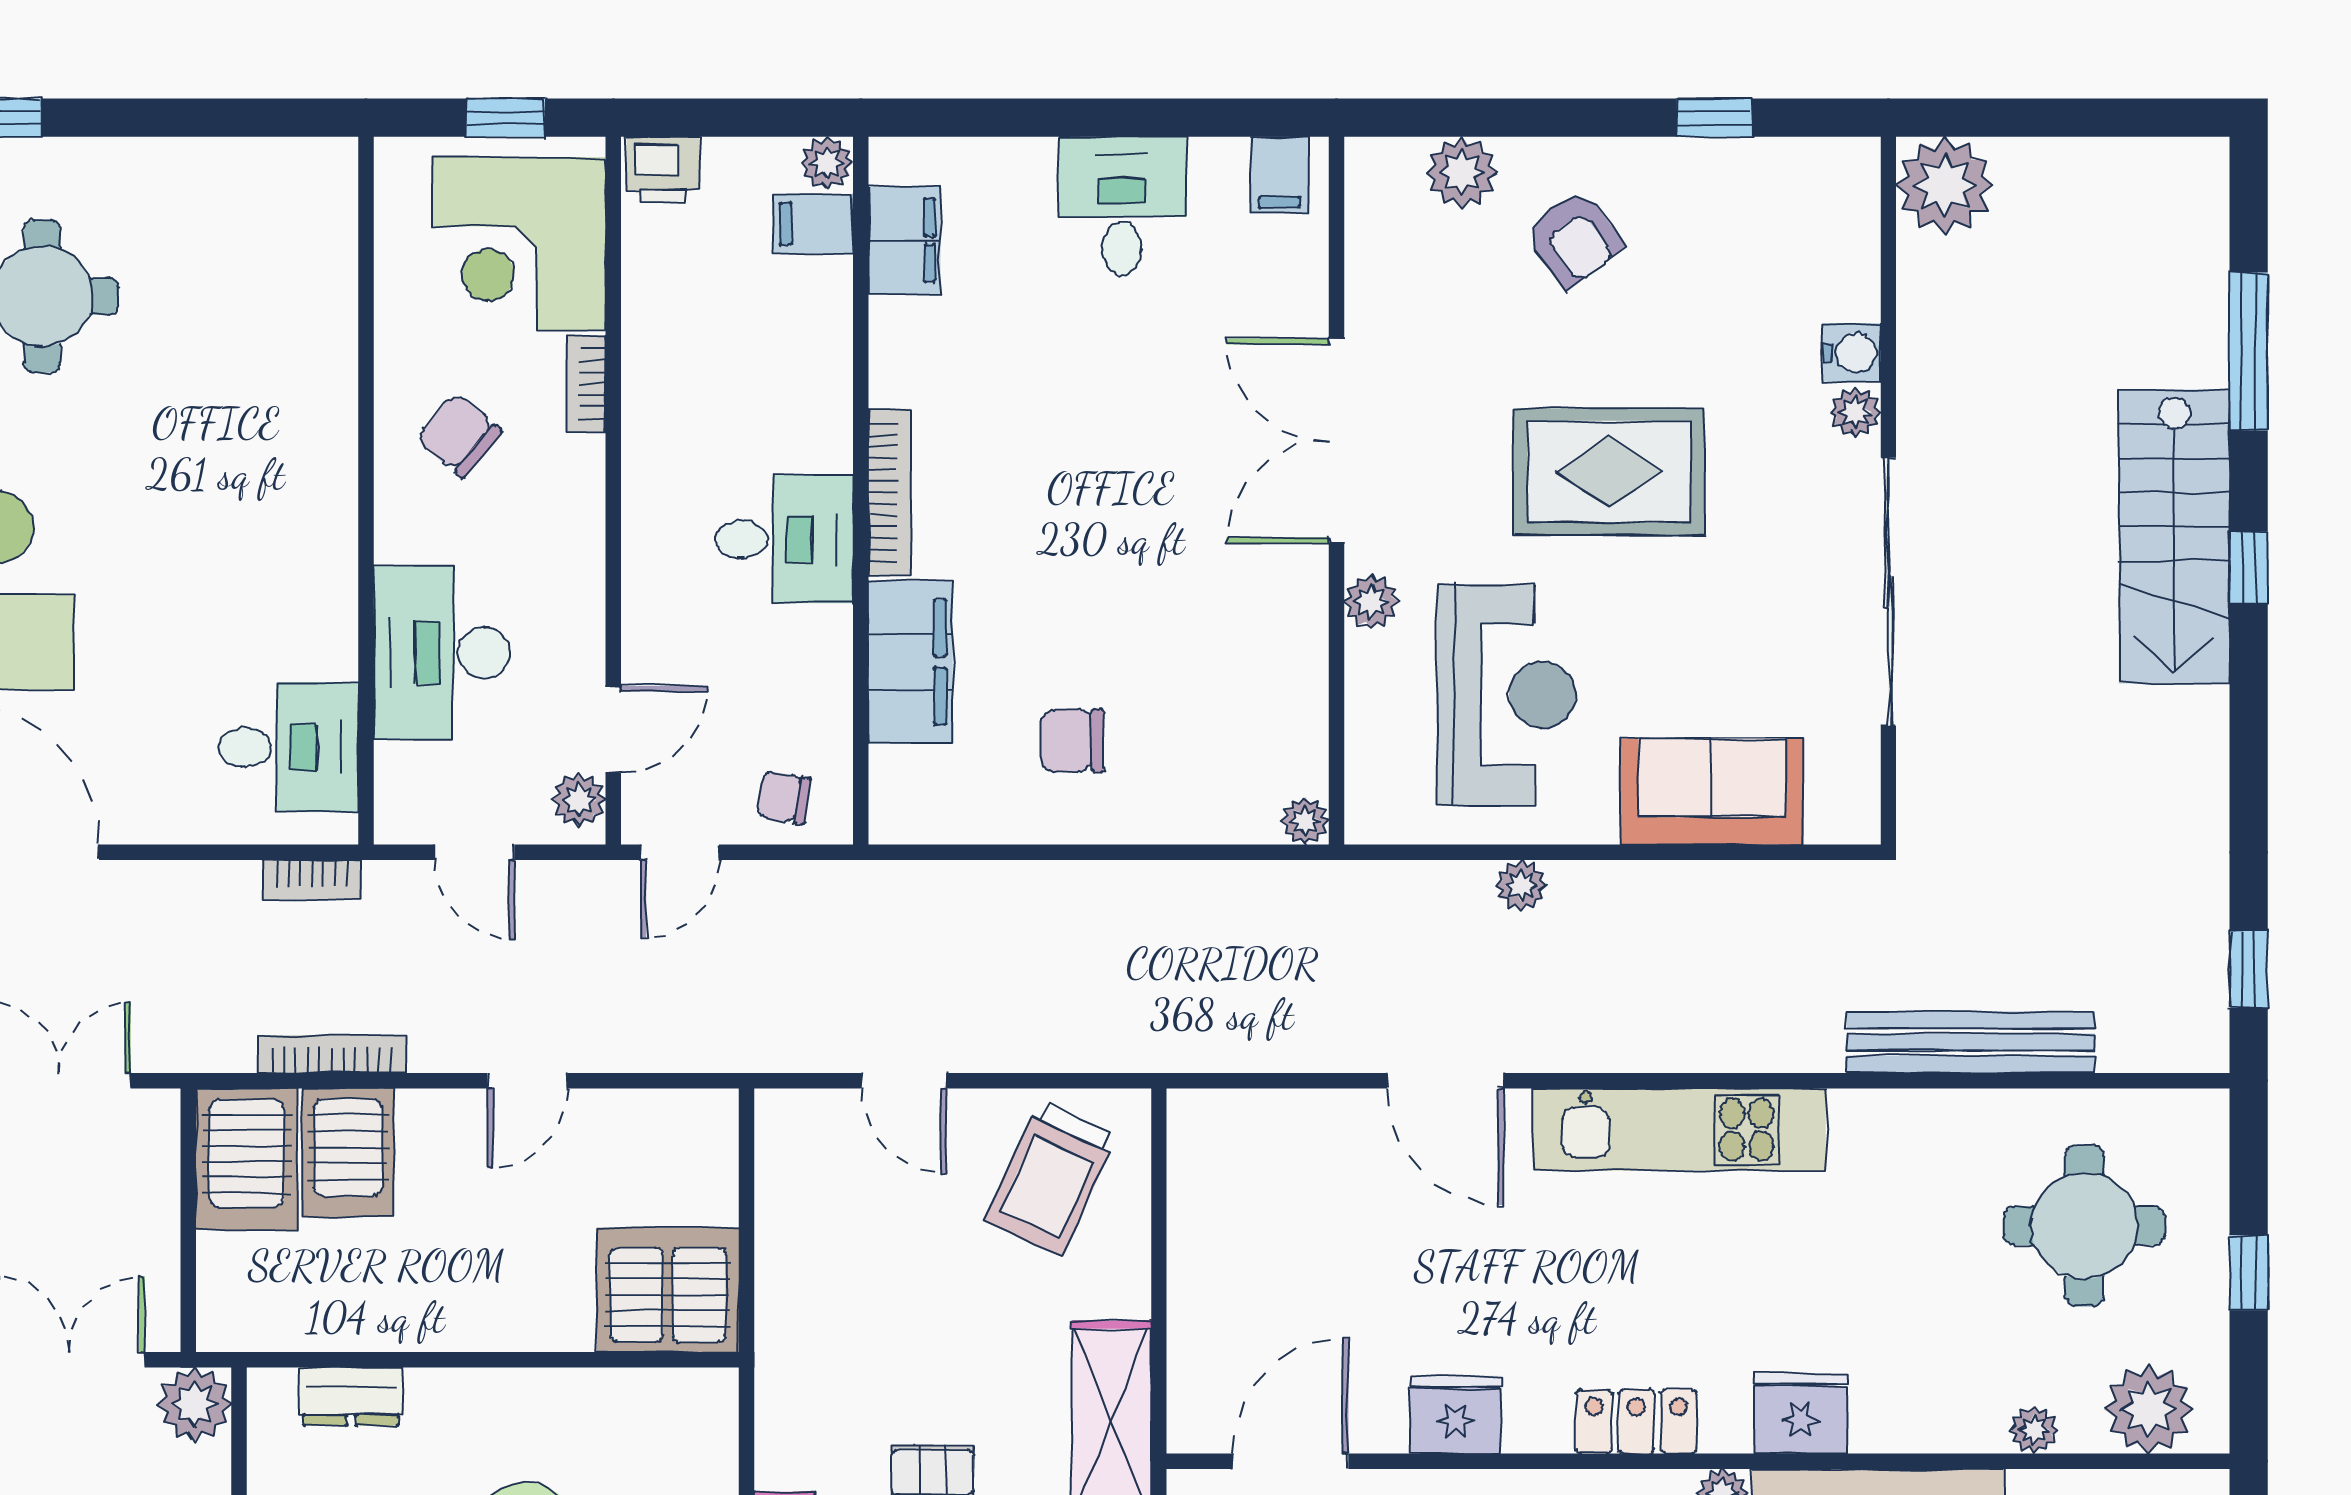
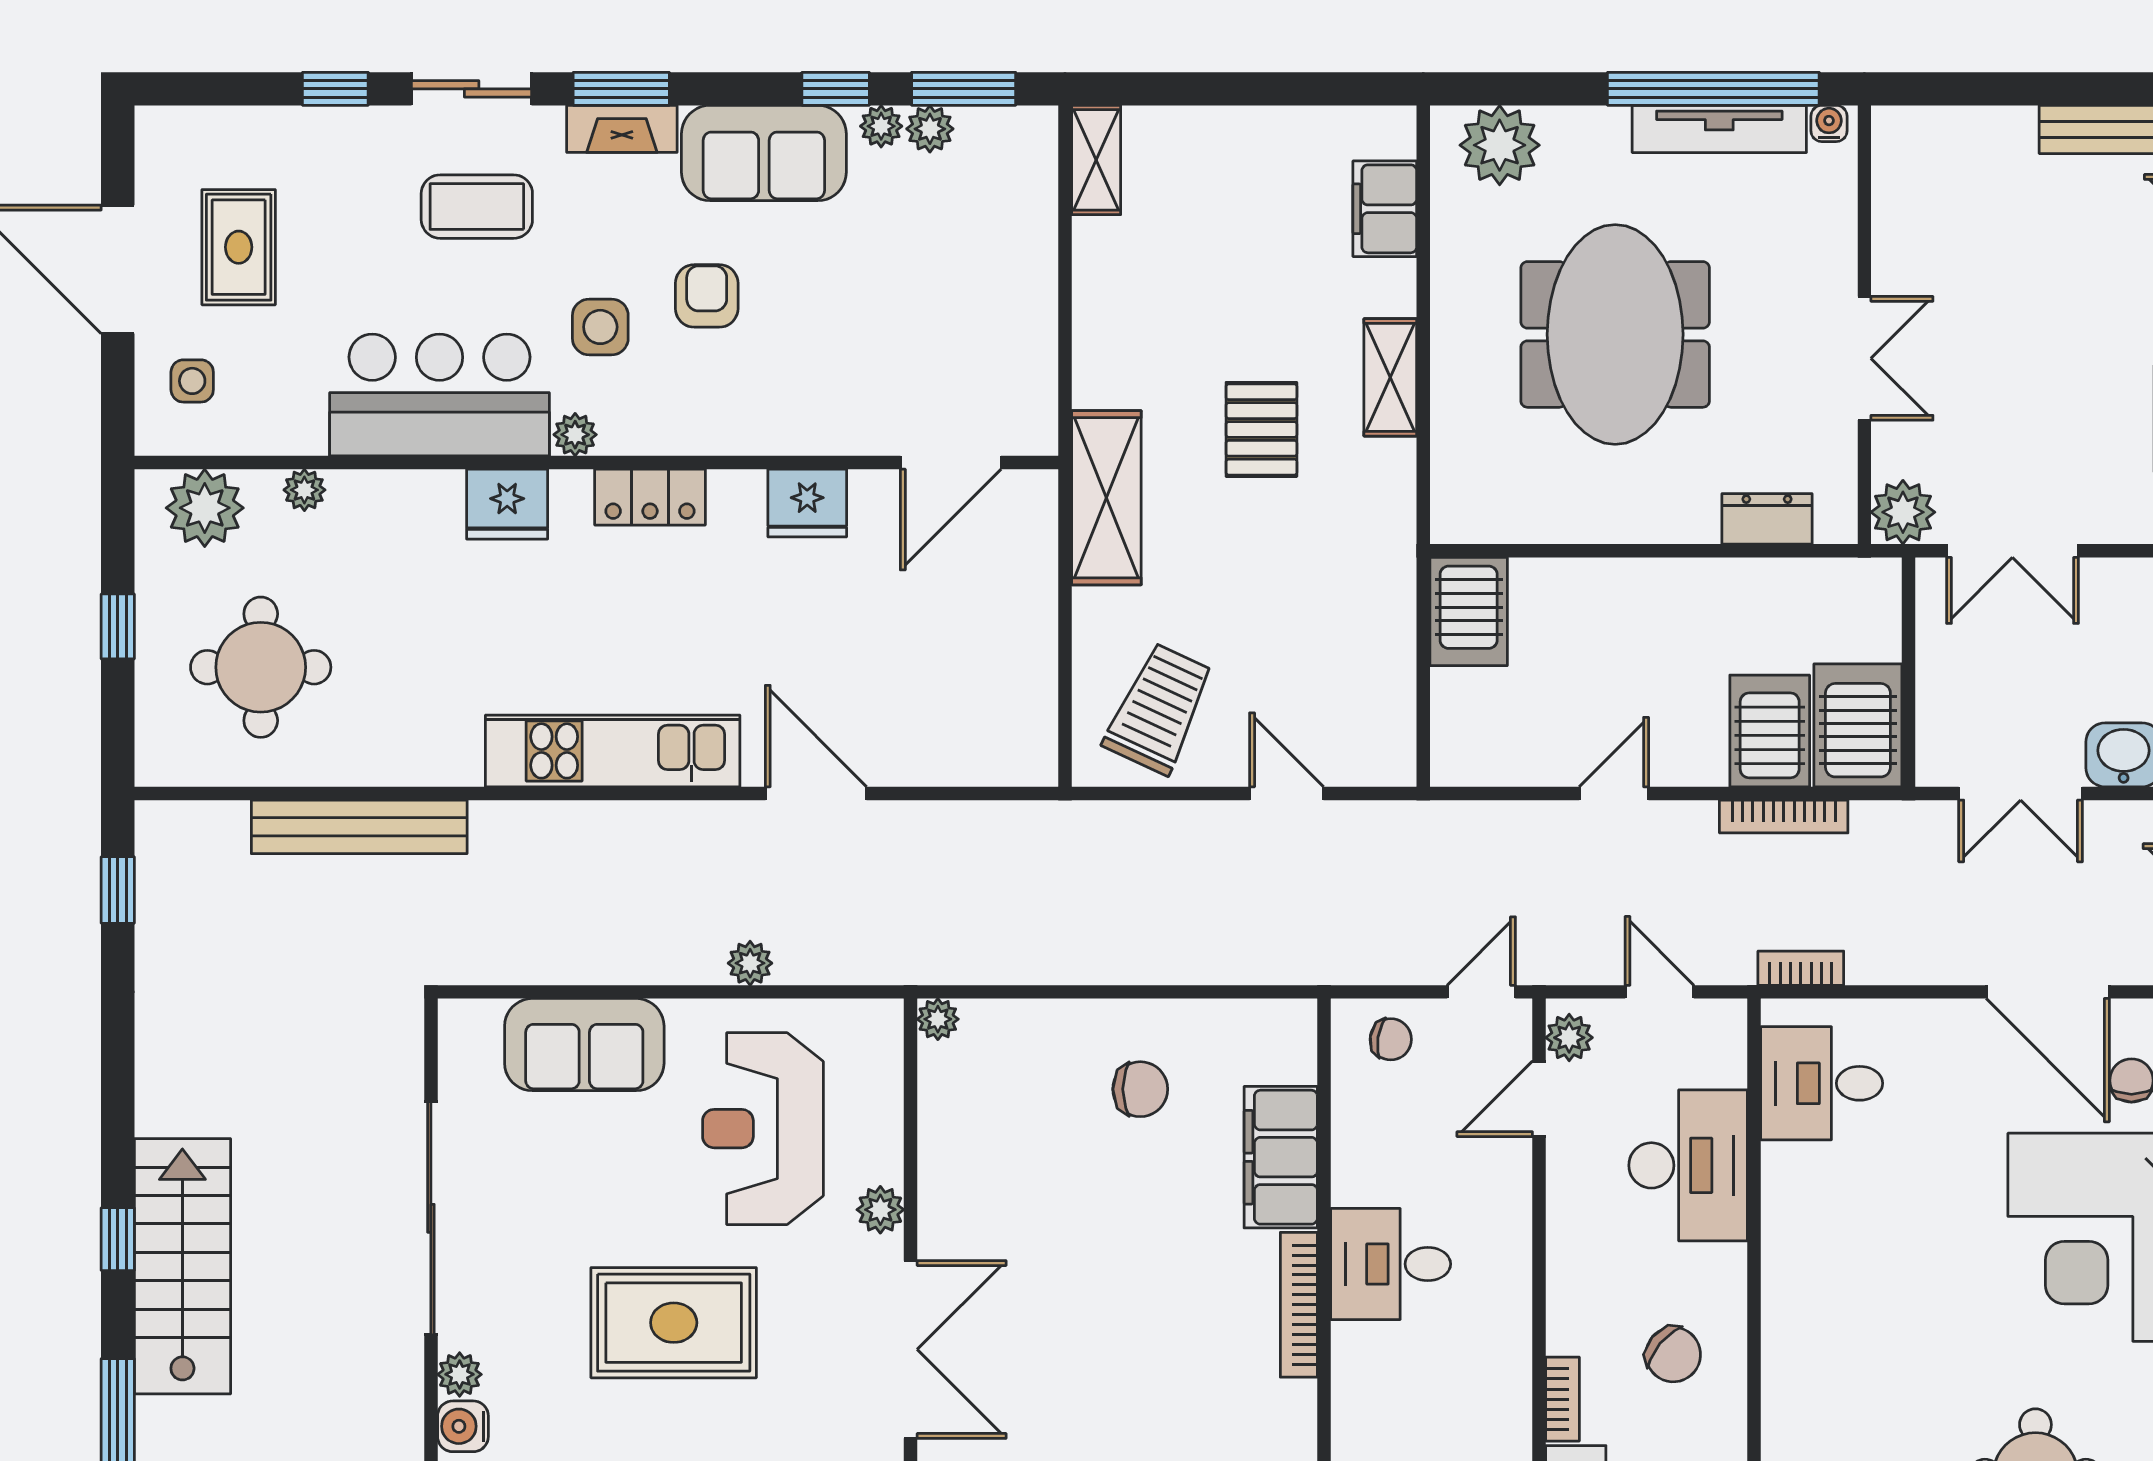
server rack: (668, 1290) -> (1469, 612), width x0.62

